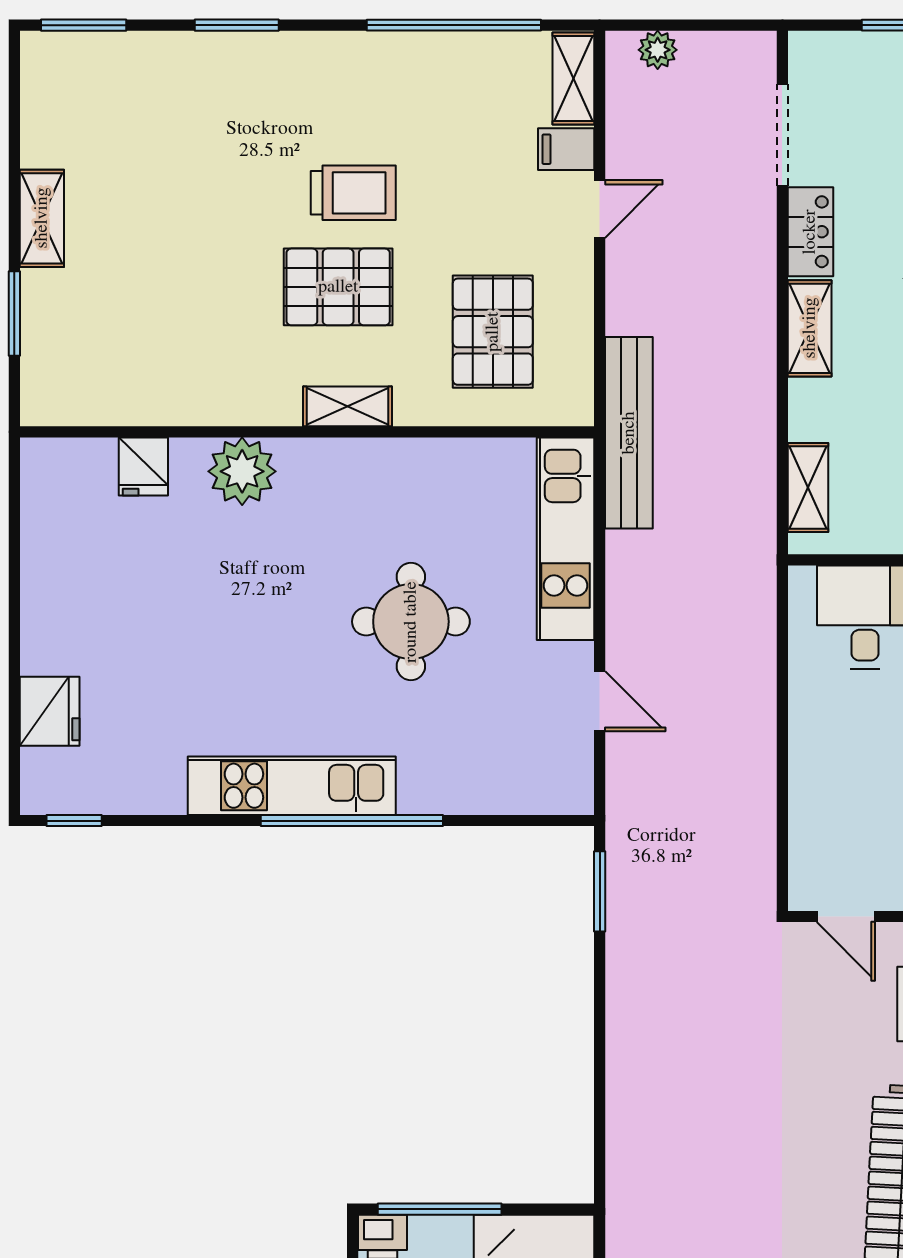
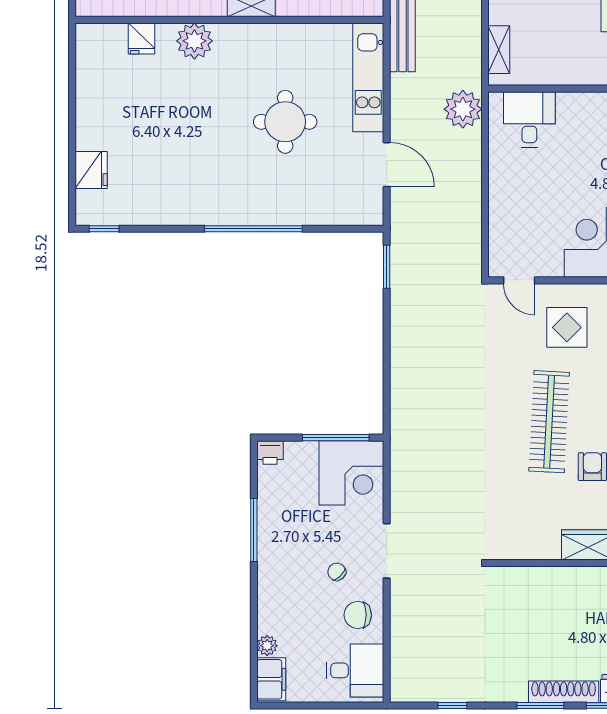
plant: (741, 598) -> (463, 109), added
door: (600, 701) -> (387, 165), width x1.38
kitchen unit: (292, 786) -> (221, 210), removed
window: (440, 1209) -> (336, 438), moved

